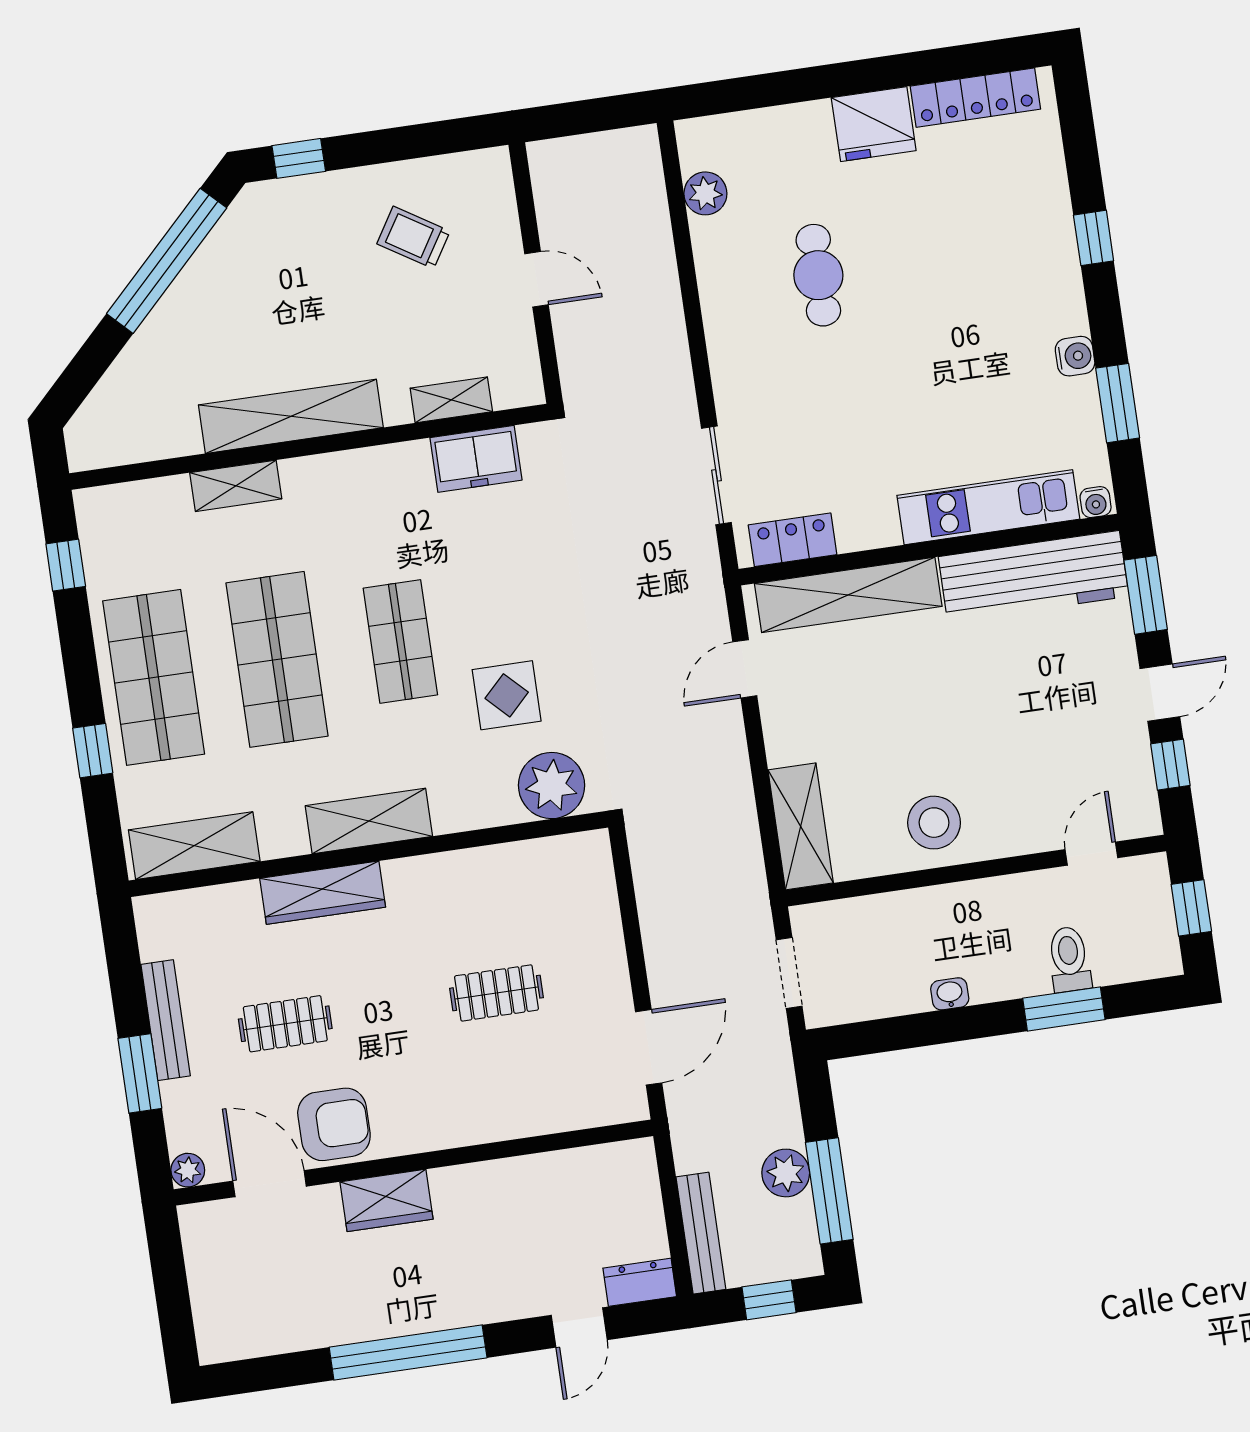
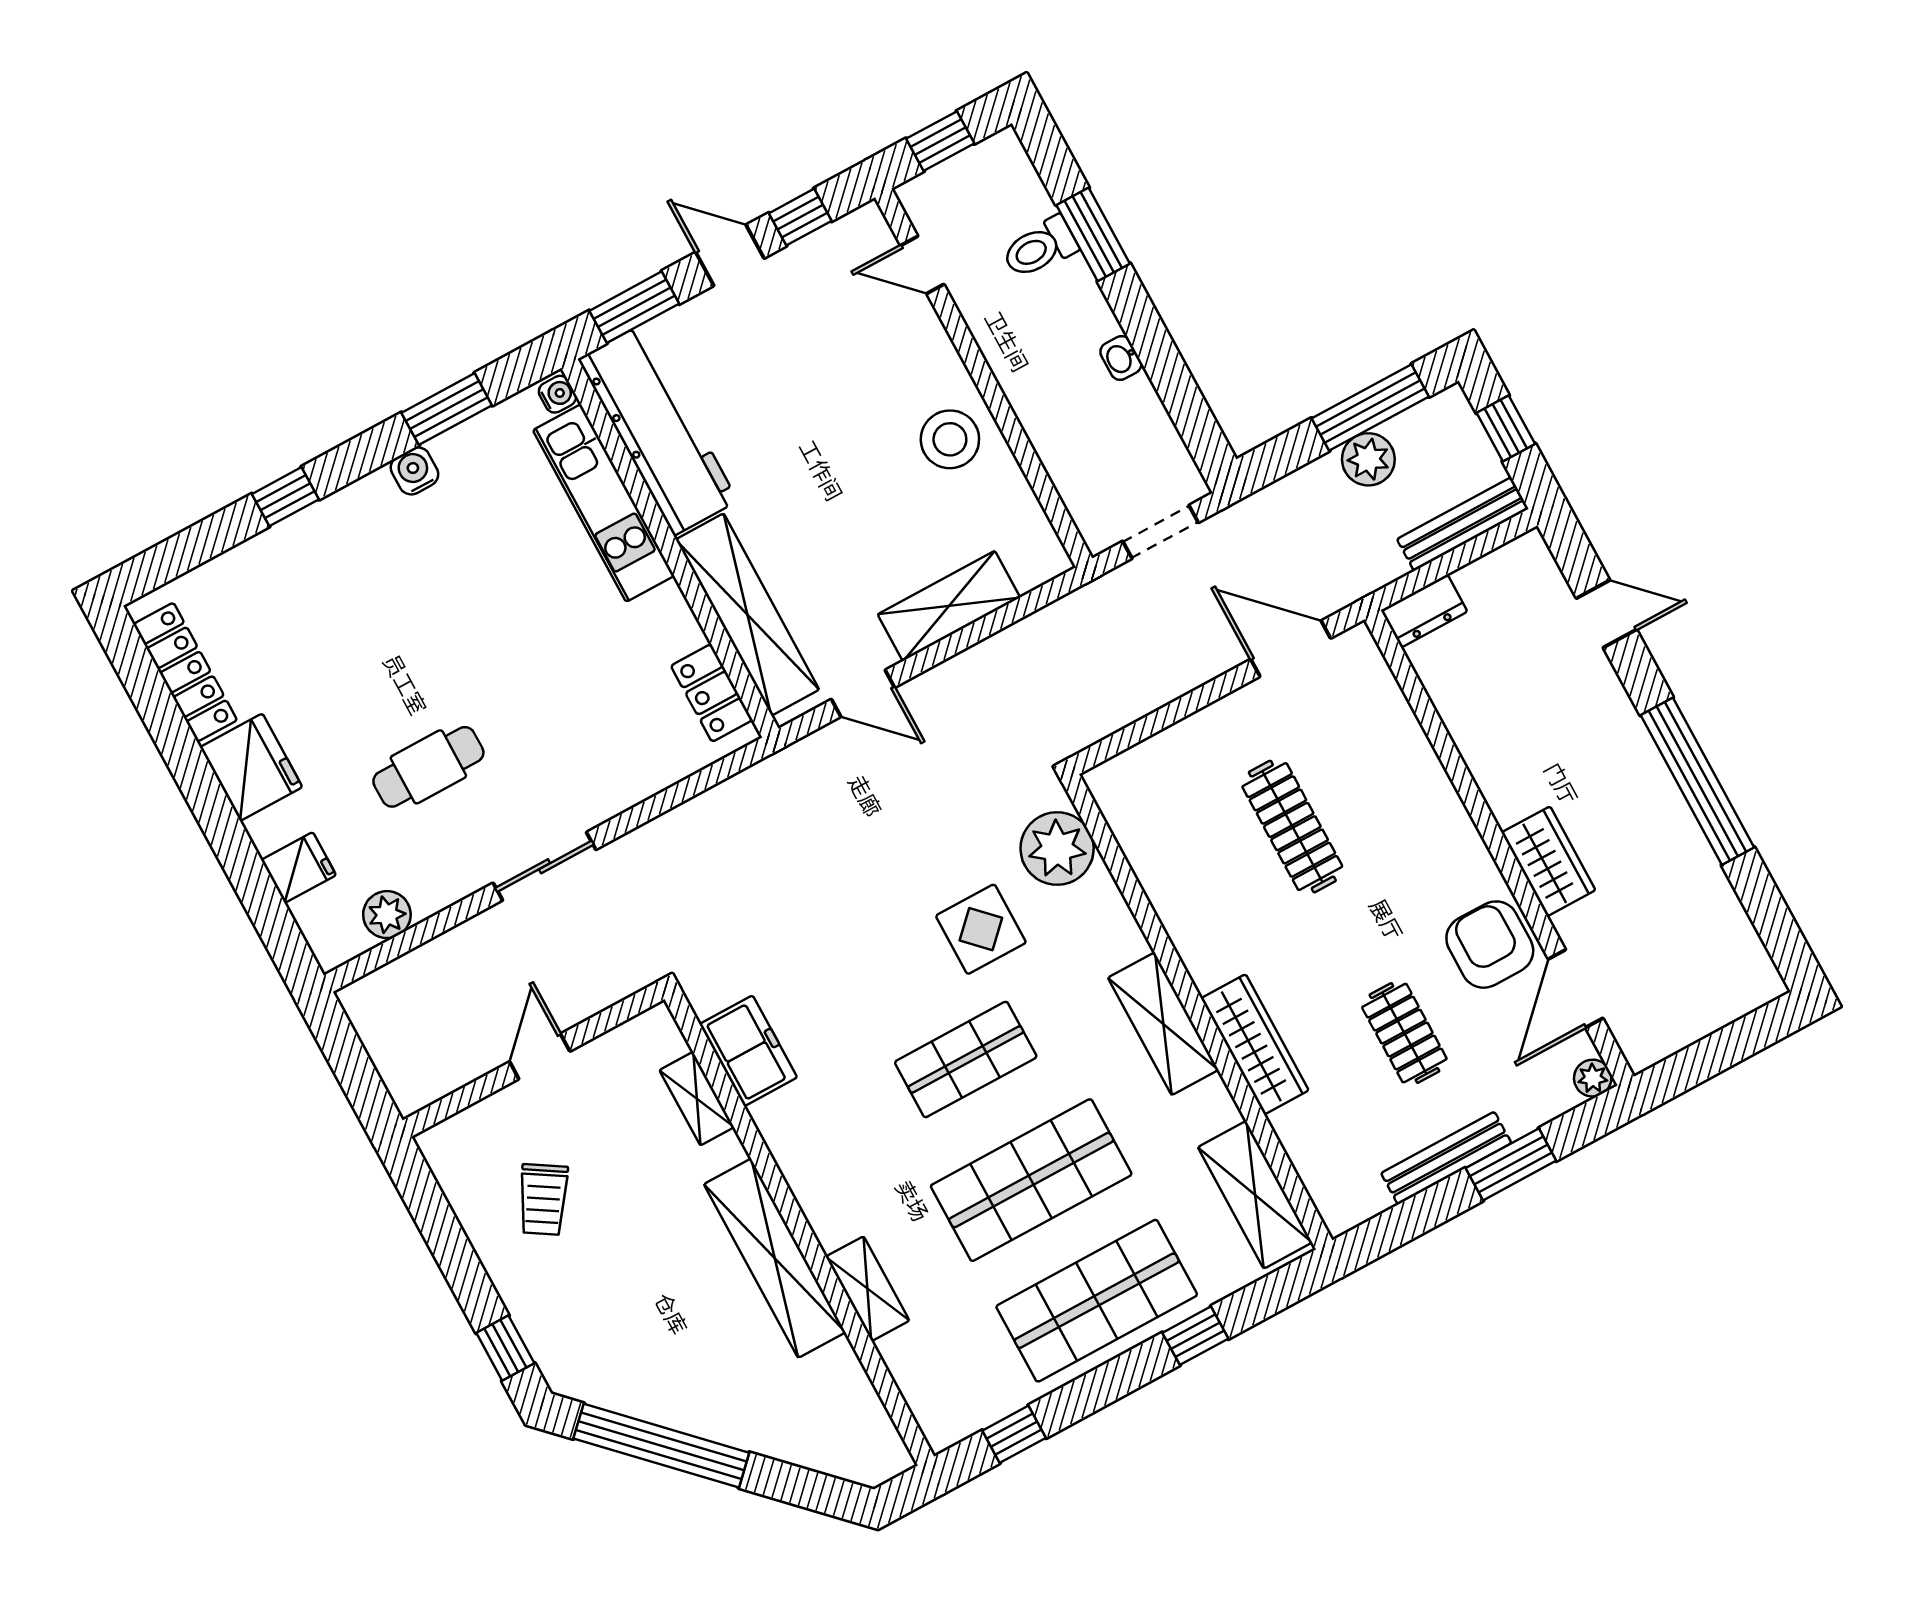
fridge: (773, 133) -> (299, 867), added
sliding door: (716, 475) -> (545, 866), moved
shelving: (801, 826) -> (949, 606), moved
clothes rail: (496, 993) -> (1292, 827), width x1.36
dresser: (640, 1282) -> (1424, 611), moved, turned -90

